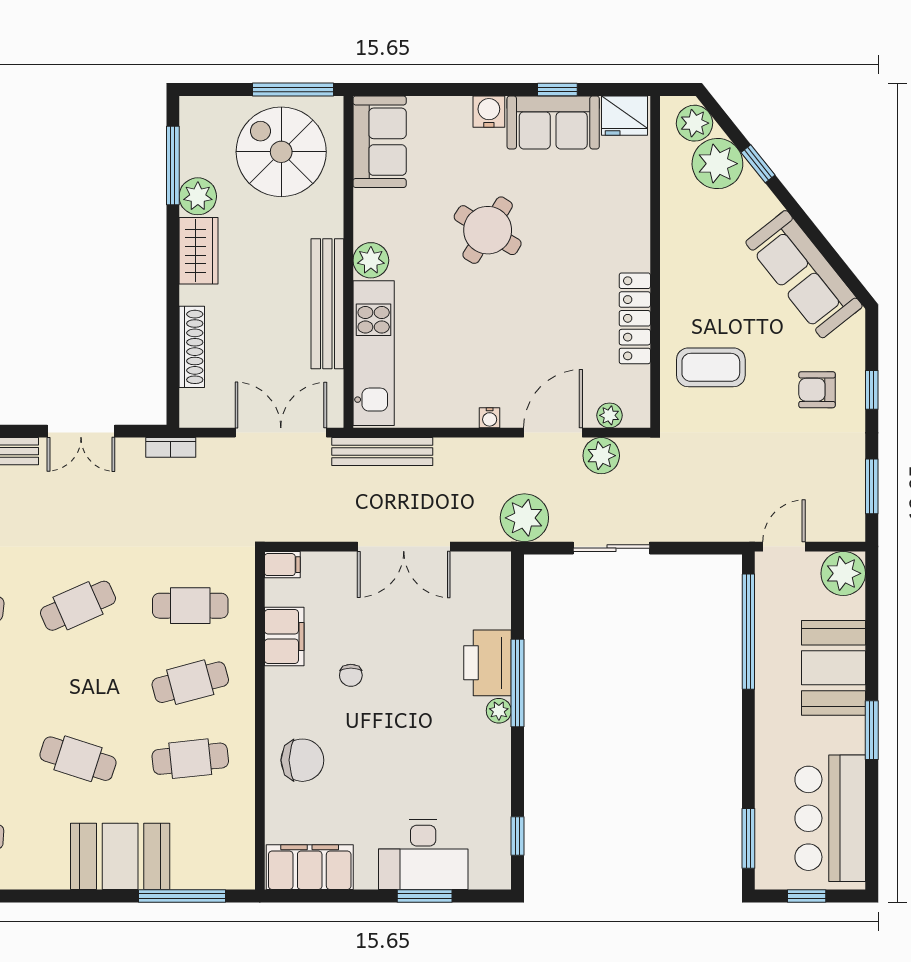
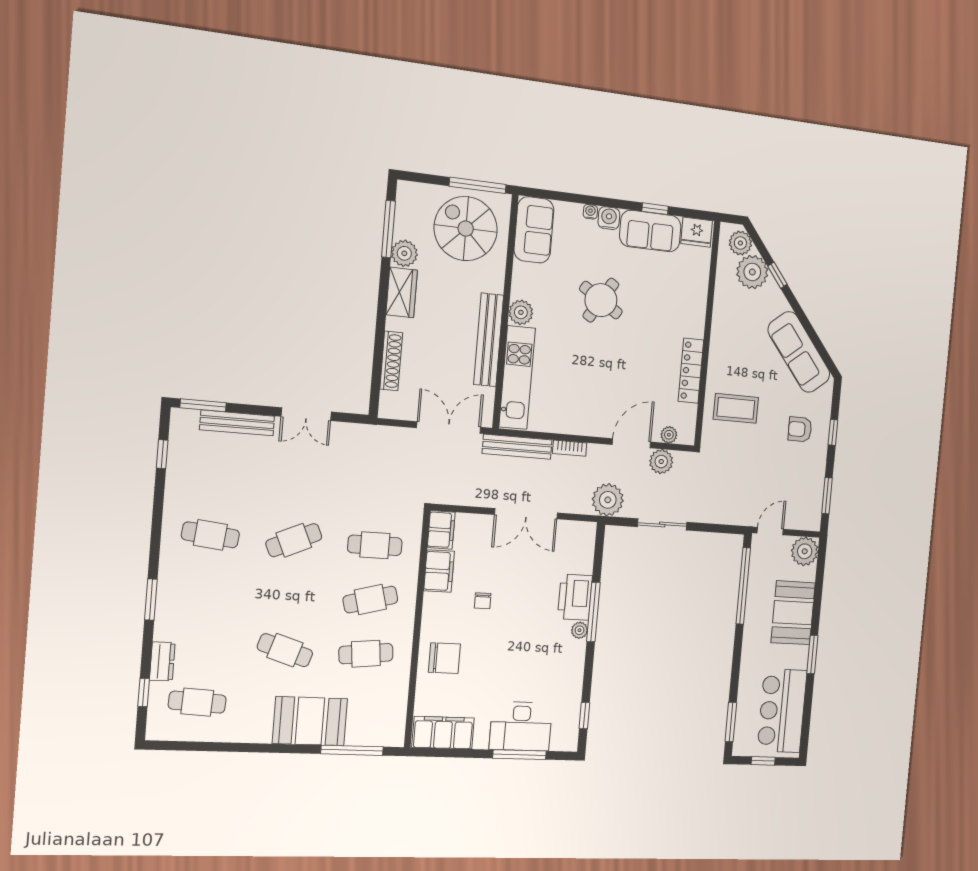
water cooler: (490, 418) -> (590, 212), moved, turned 180
bookcase: (171, 447) -> (570, 448), moved
filing cabinet: (282, 565) -> (441, 530), width x2.00
window: (425, 896) -> (519, 755), width x1.44

